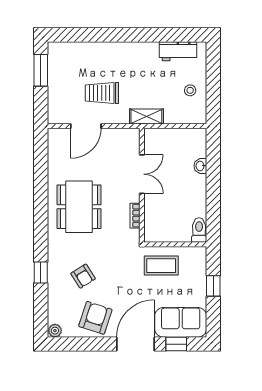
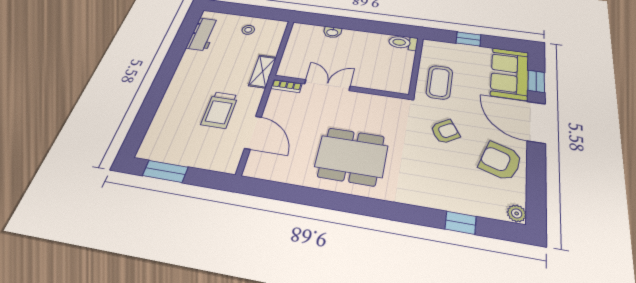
bookcase: (135, 216) -> (286, 86), moved
window: (41, 273) -> (461, 223), moved
armchair: (83, 276) -> (445, 132), moved

